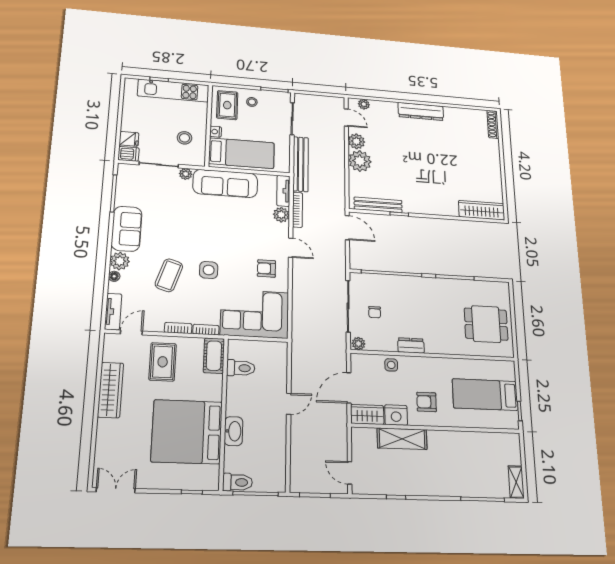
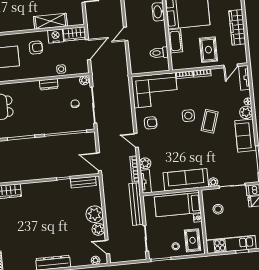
bench: (378, 205) -> (83, 182), width x0.73
coffee table: (169, 275) -> (210, 121), moved
cot: (214, 356) -> (175, 41), moved

